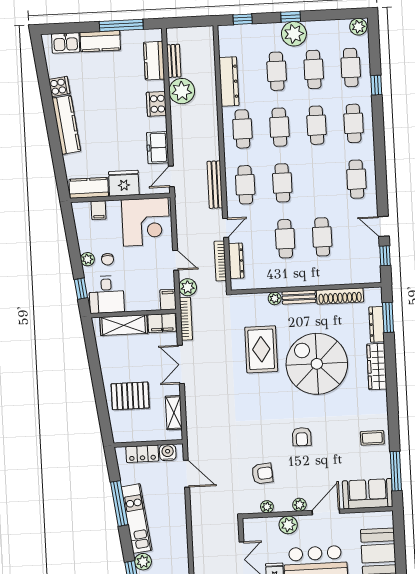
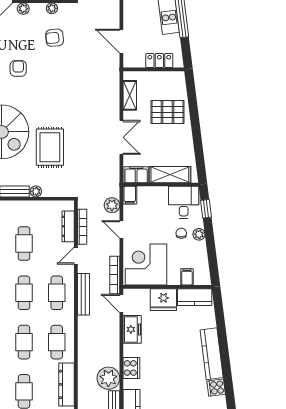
door: (171, 176) -> (121, 303), swing flipped
bookcase: (186, 319) -> (115, 275), moved
water cooler: (168, 453) -> (137, 61), removed

